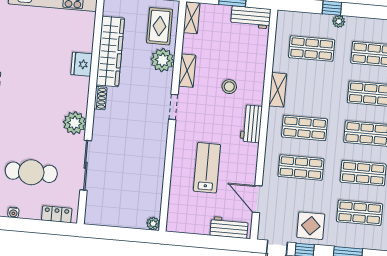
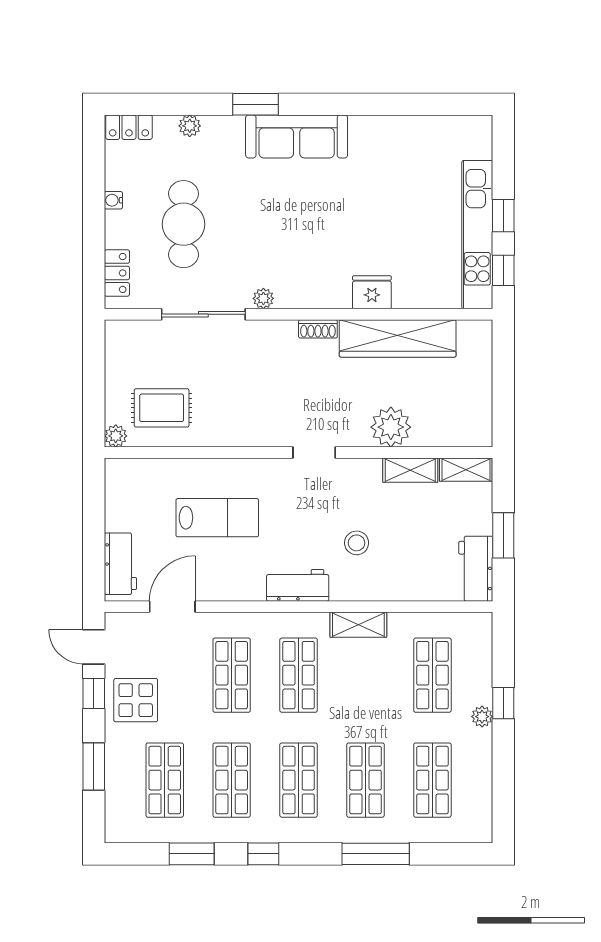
rug: (160, 26) -> (162, 408), moved
shelving: (187, 71) -> (410, 470), moved
plant: (75, 123) -> (263, 298), width x0.53, depth x0.53

